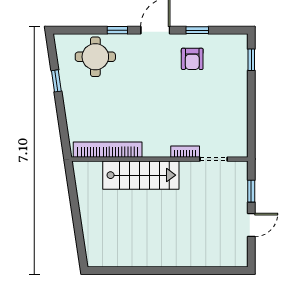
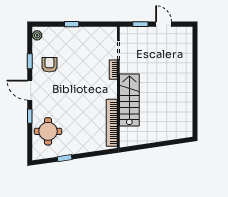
plant: (235, 41) -> (37, 35), added
armchair: (192, 59) -> (49, 65), turned -90
window: (251, 60) -> (72, 24), moved

